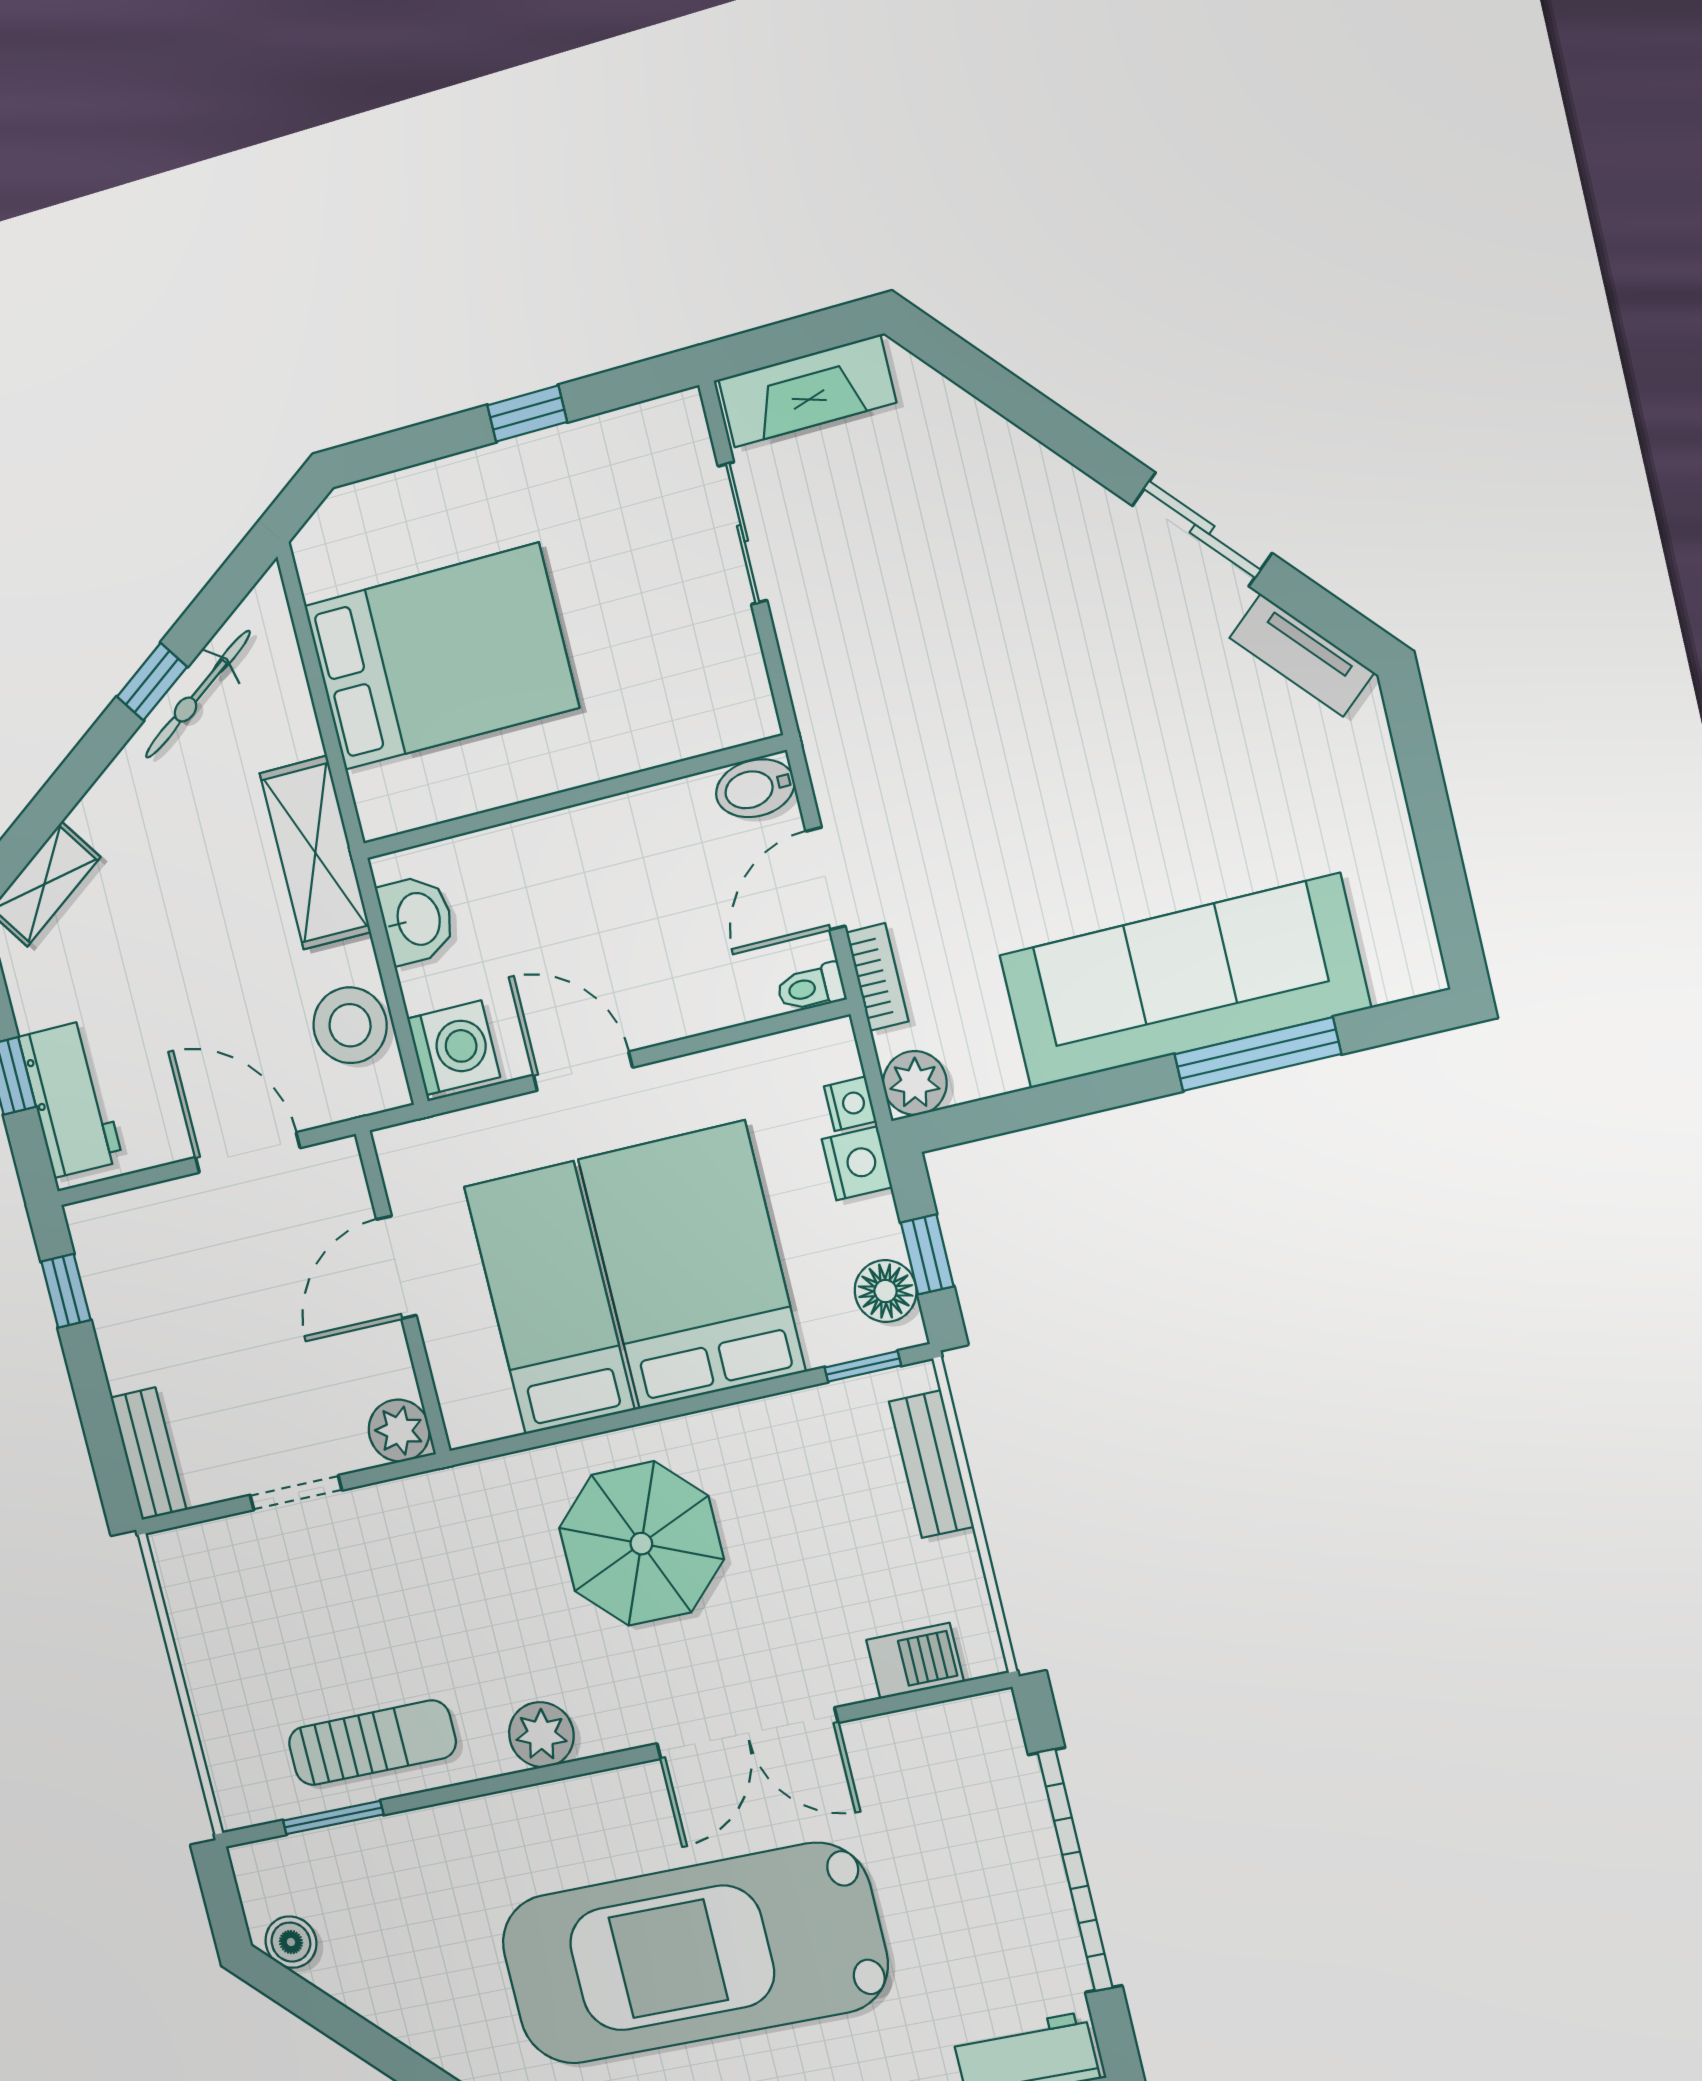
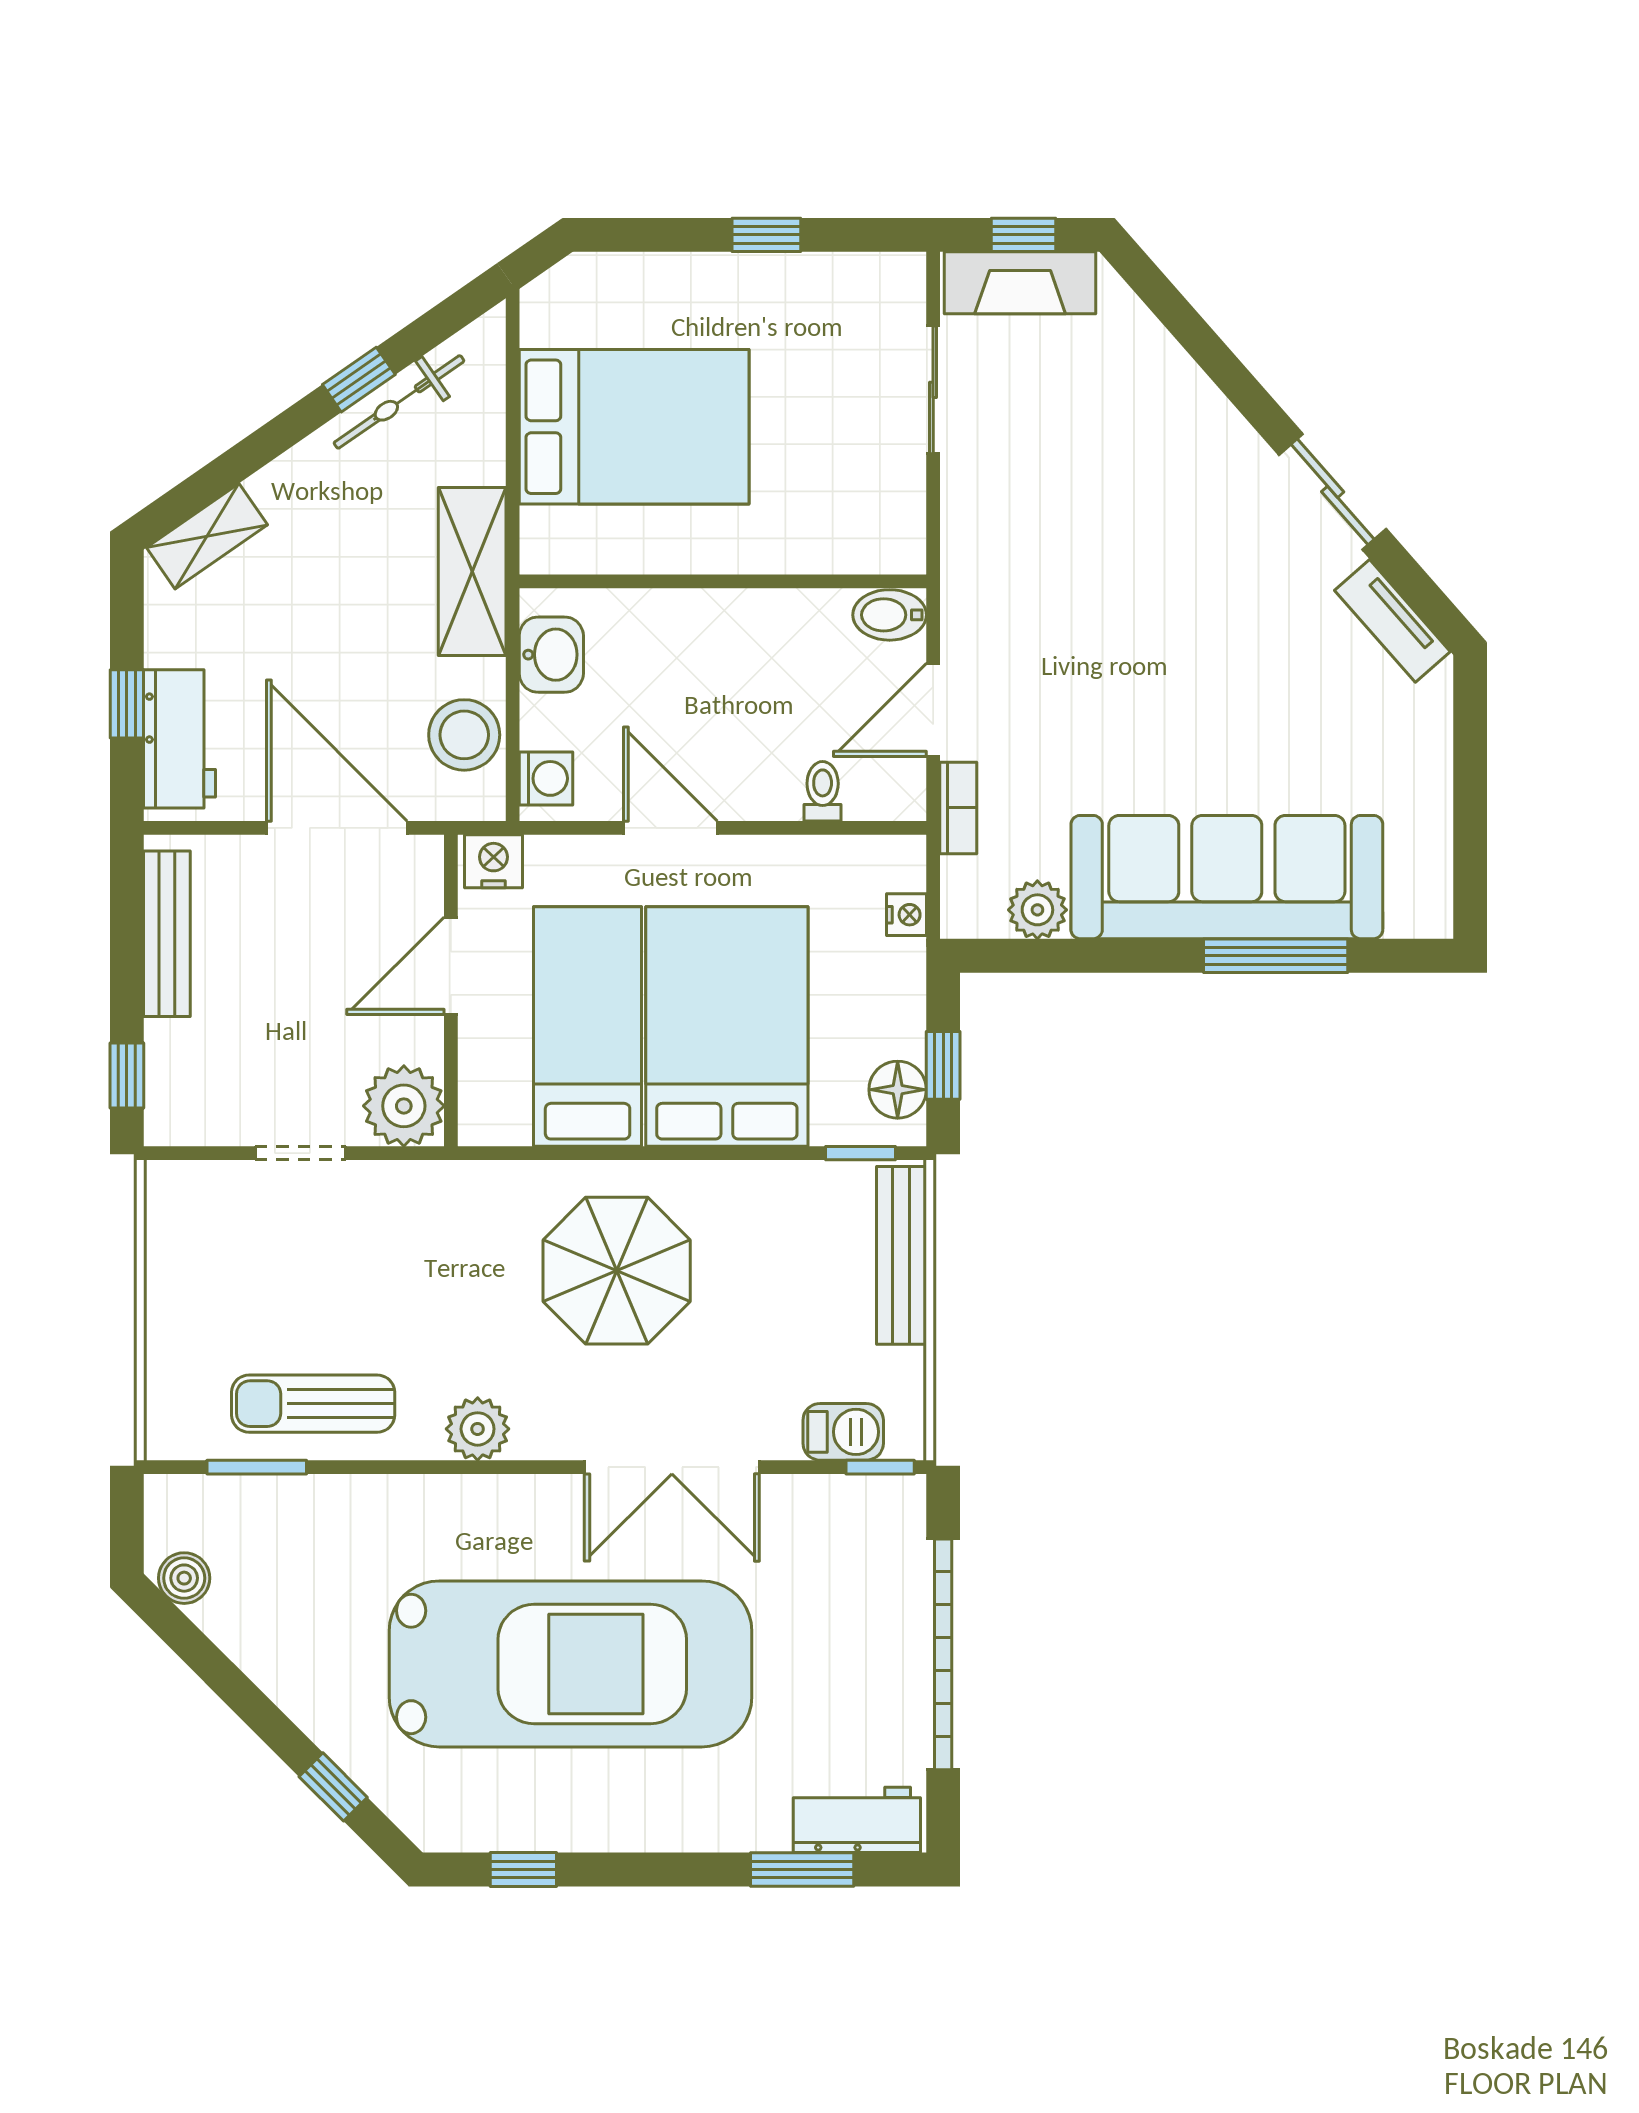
window: (798, 337) -> (1023, 235), added
toilet: (811, 987) -> (823, 791), moved, turned 90
washing machine: (454, 1048) -> (546, 778), width x0.73, depth x0.73
plant: (915, 1083) -> (1037, 910), moved
door: (248, 1153) -> (337, 828), width x1.36
nightstand: (857, 1163) -> (493, 861), moved, turned -90
window: (66, 1291) -> (127, 1076), moved
plant: (399, 1431) -> (404, 1106), width x1.36, depth x1.36
bench: (149, 1454) -> (167, 934), moved, width x1.36
bench: (931, 1464) -> (901, 1255), width x1.36
window: (962, 1689) -> (880, 1467), added
sun lounger: (372, 1743) -> (313, 1404), turned 180
car: (694, 1954) -> (571, 1664), turned 180

